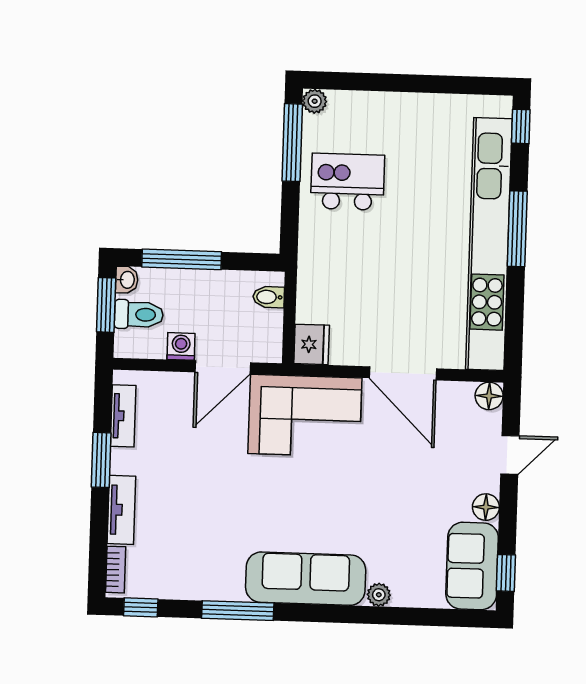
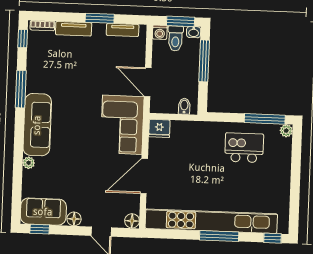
kitchen island: (348, 182) -> (244, 148), turned -90
washing machine: (181, 346) -> (160, 32), moved, turned 90

